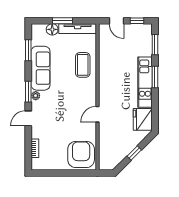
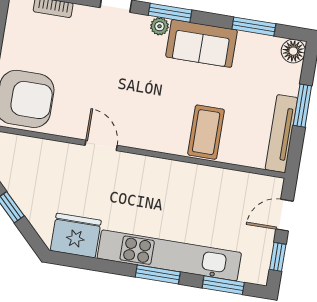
floor lamp: (52, 29) -> (293, 51), moved
coffee table: (83, 65) -> (206, 132), turned 90
sofa: (41, 68) -> (202, 43), width x0.73
kitchen unit: (145, 82) -> (169, 255), width x1.36

